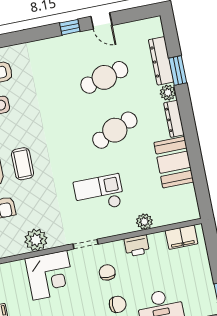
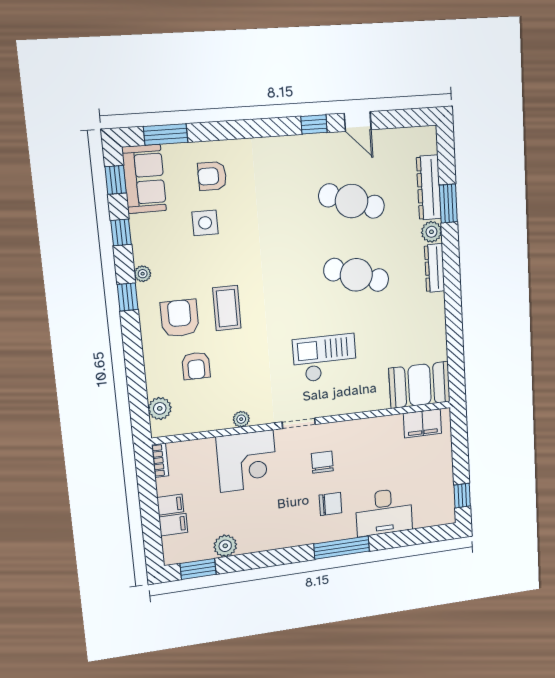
cafe table: (104, 77) -> (352, 201), turned 33
cafe table: (115, 130) -> (356, 275), turned 42
booth: (174, 162) -> (420, 385), moved, turned 90
plant: (144, 222) -> (379, 400), removed
plant: (36, 240) -> (241, 419), width x0.53, depth x0.53
printer: (137, 246) -> (365, 430), removed

